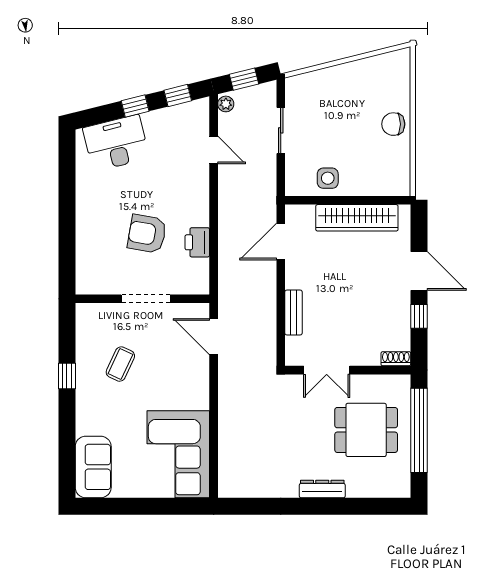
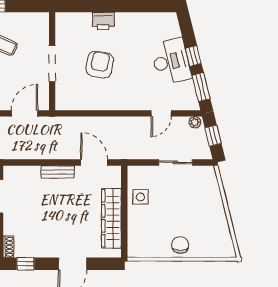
window: (178, 95) -> (201, 87), width x1.50
desk: (116, 143) -> (171, 61), moved
printer: (197, 242) -> (103, 21), moved, turned 180
bench: (293, 313) -> (58, 172), moved
window: (419, 316) -> (26, 264), moved

